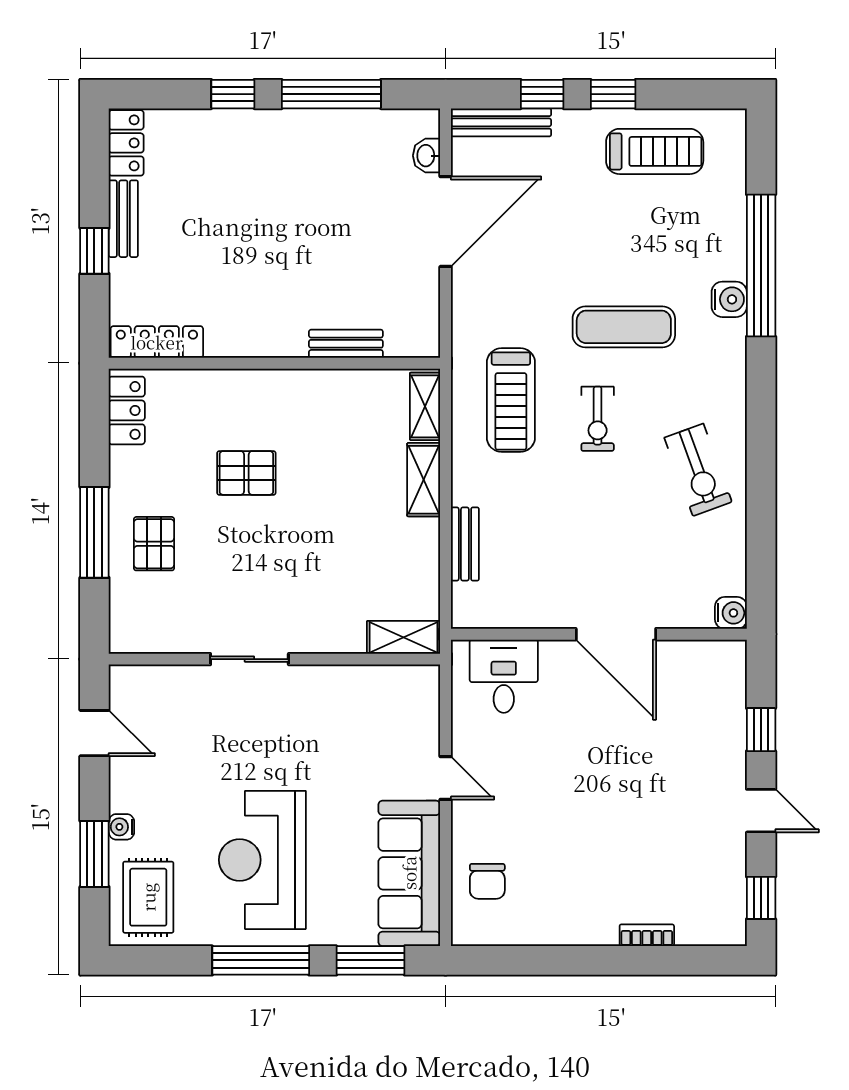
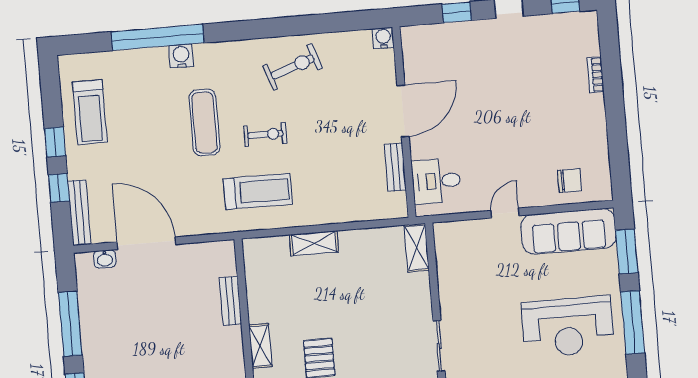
treadmill: (655, 151) -> (90, 112), turned 180
shelving: (425, 406) -> (260, 346), moved, turned 90
bench: (465, 544) -> (395, 167), moved, turned 90

